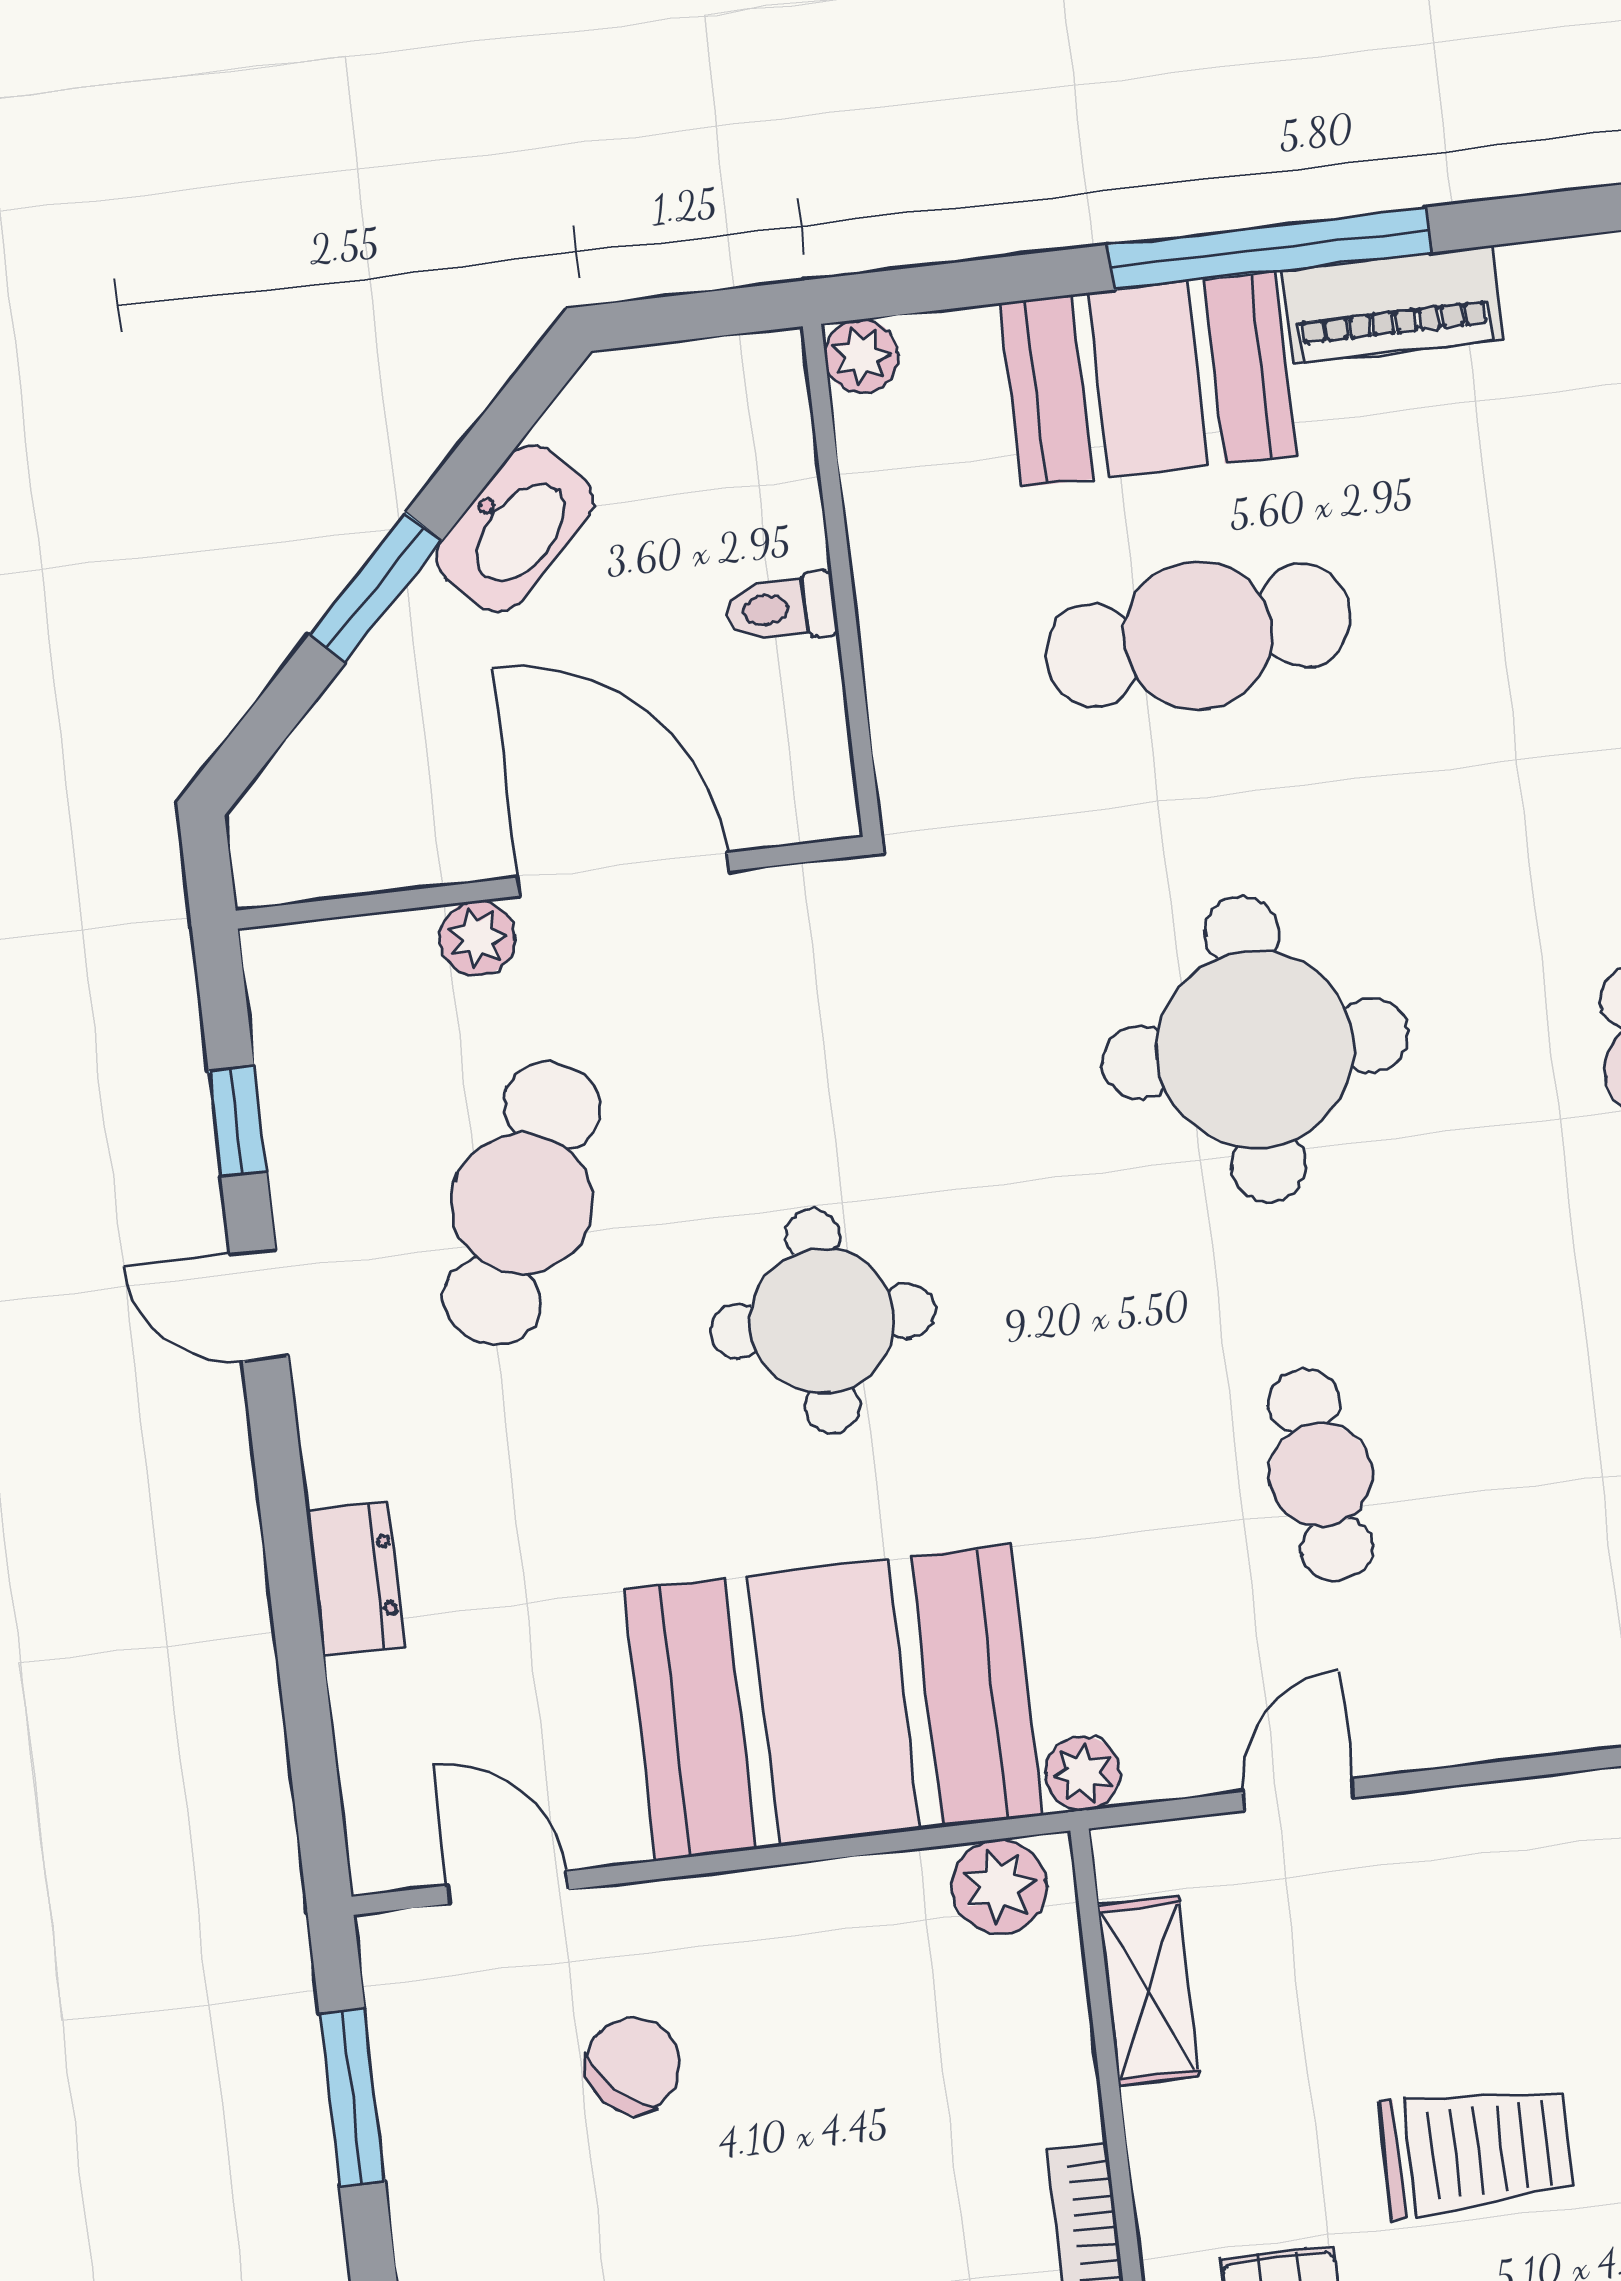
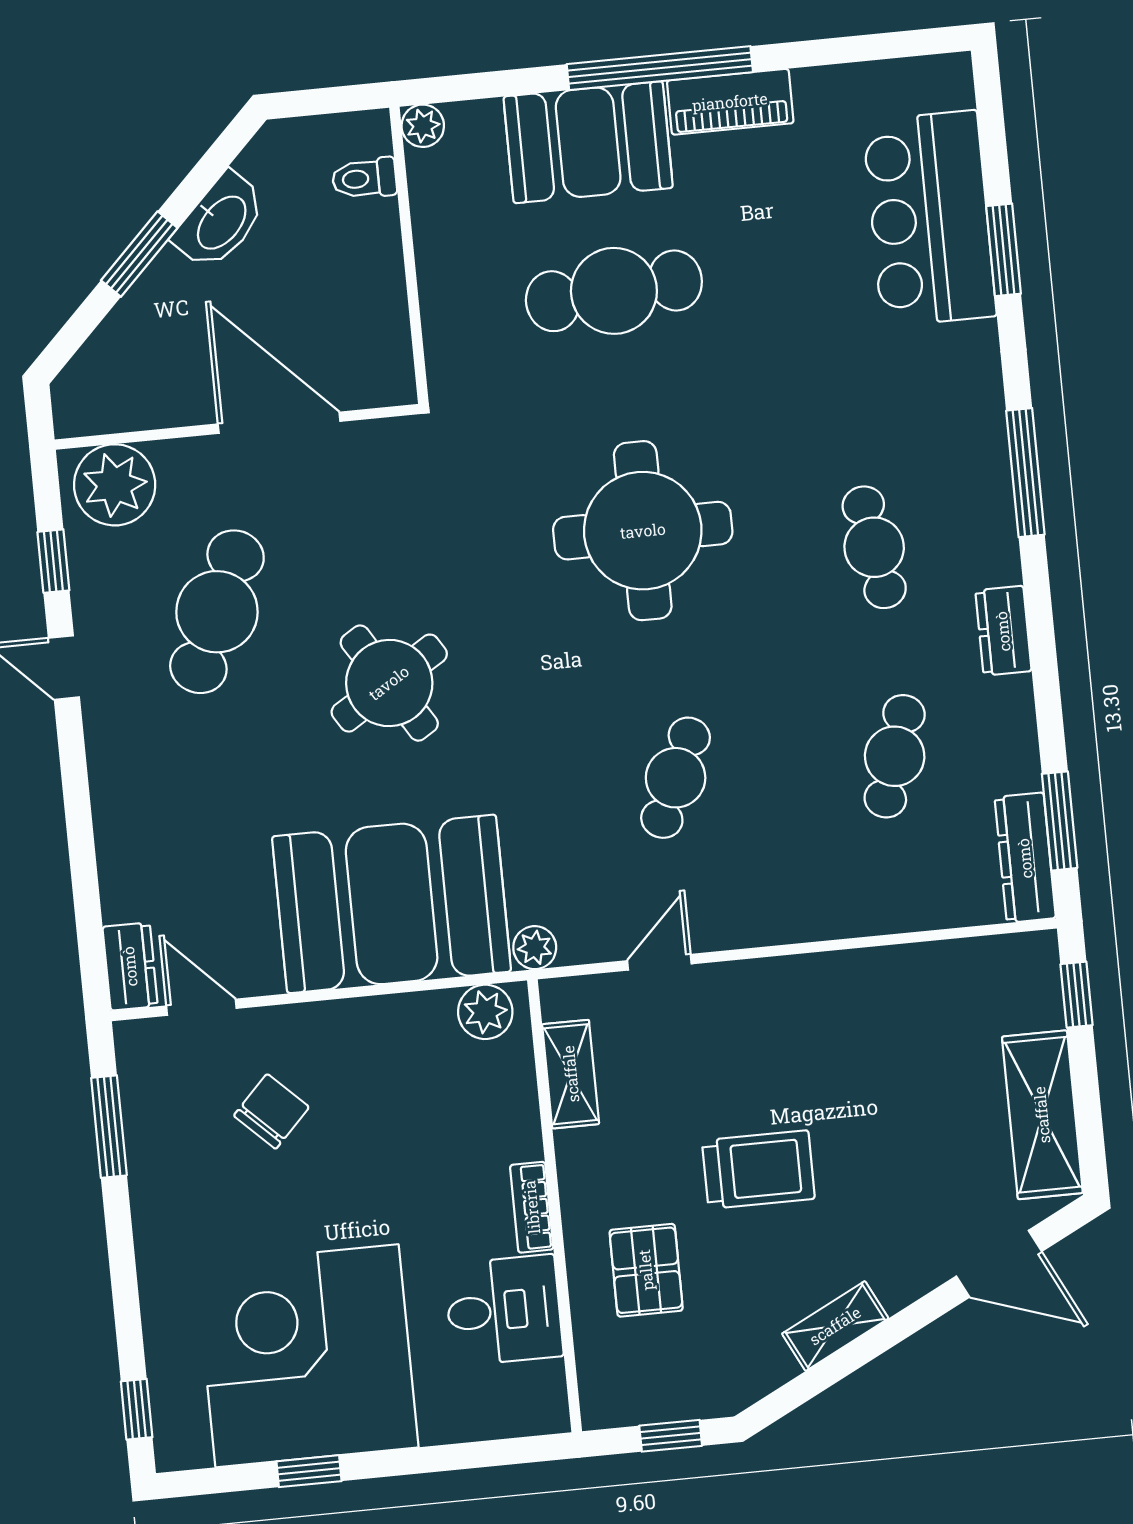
toilet: (781, 608) -> (364, 178), moved
plant: (477, 938) -> (115, 485), moved, width x1.87, depth x1.87
round table: (822, 1321) -> (389, 683), turned -32
cafe table: (1320, 1475) -> (676, 778), turned 30
dresser: (355, 1578) -> (130, 966), moved

